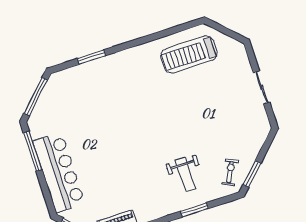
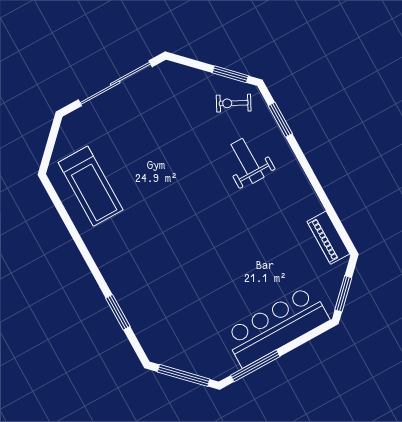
sliding door: (262, 87) -> (115, 83), width x1.86
weight bench: (185, 174) -> (247, 161), turned -90
window: (194, 210) -> (280, 120), moved

